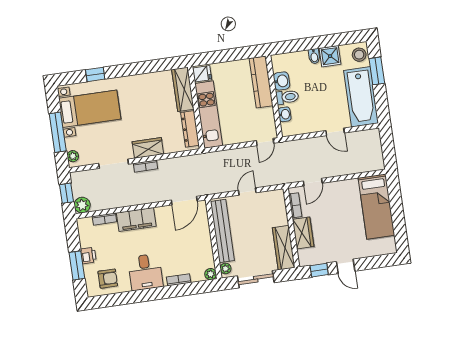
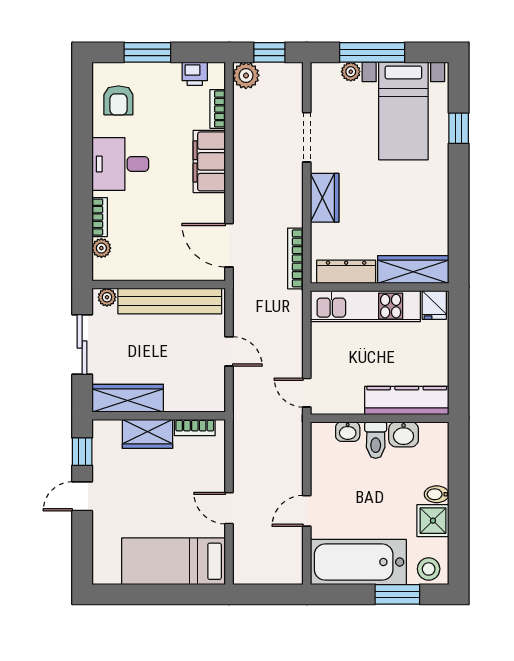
plant: (73, 156) -> (351, 72), moved
bookcase: (146, 166) -> (295, 258), moved, width x1.56
door: (313, 182) -> (229, 508), moved
printer: (88, 256) -> (195, 74), moved
plant: (211, 274) -> (101, 248), moved

